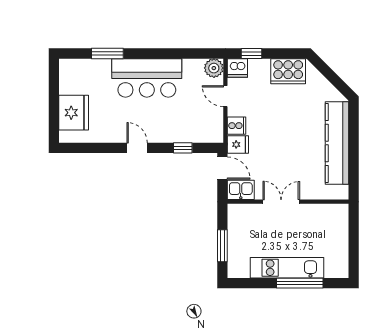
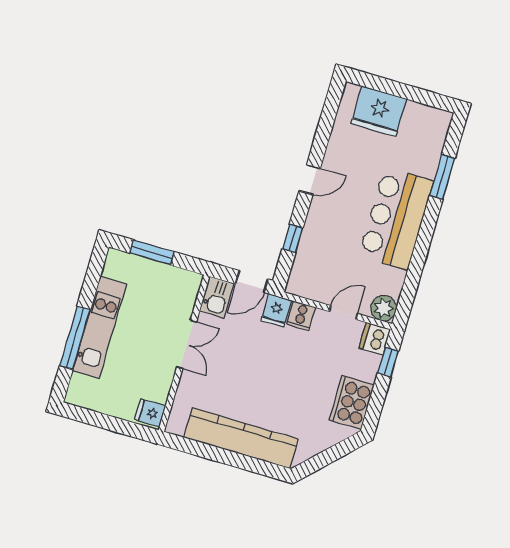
fridge: (338, 213) -> (150, 413), added

